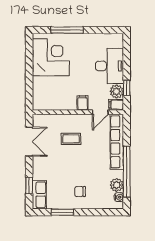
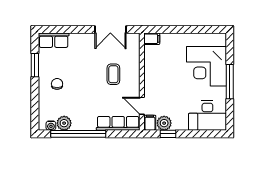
window: (67, 30) -> (230, 82), moved
corner desk: (51, 57) -> (207, 66), moved, turned 90
desk: (110, 66) -> (207, 116), moved
filing cabinet: (82, 103) -> (152, 39), moved
row of seats: (117, 142) -> (118, 123), width x0.73
window: (29, 185) -> (63, 30), removed

